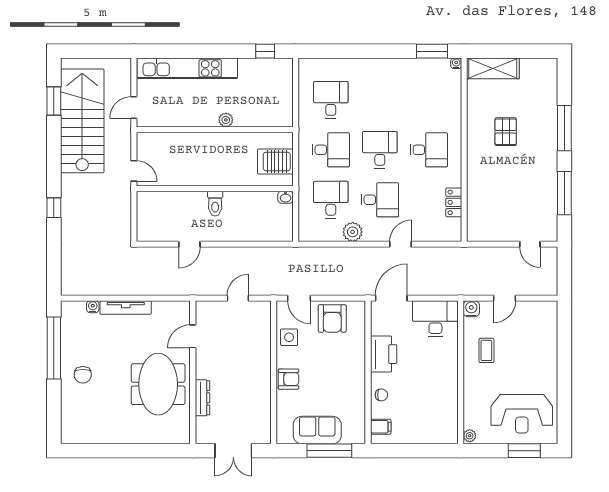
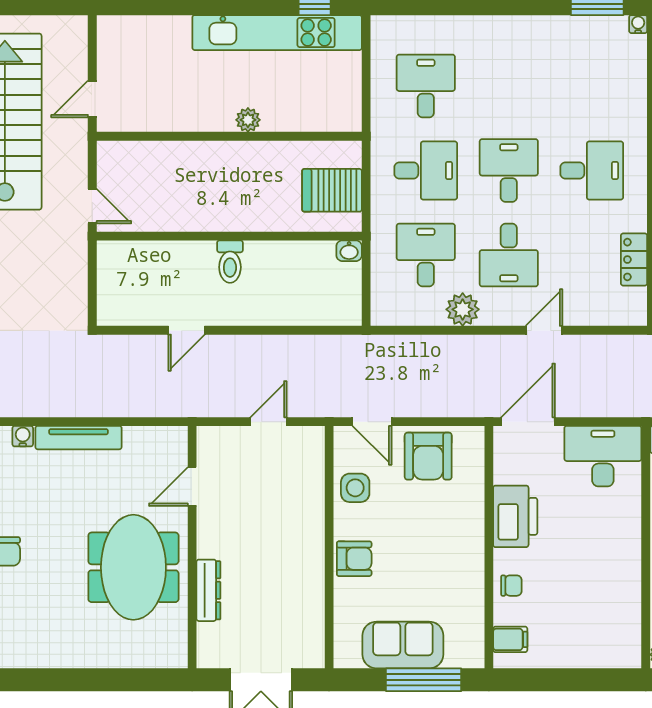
kitchen unit: (187, 68) -> (277, 33), moved
desk: (380, 200) -> (509, 255), turned 90

